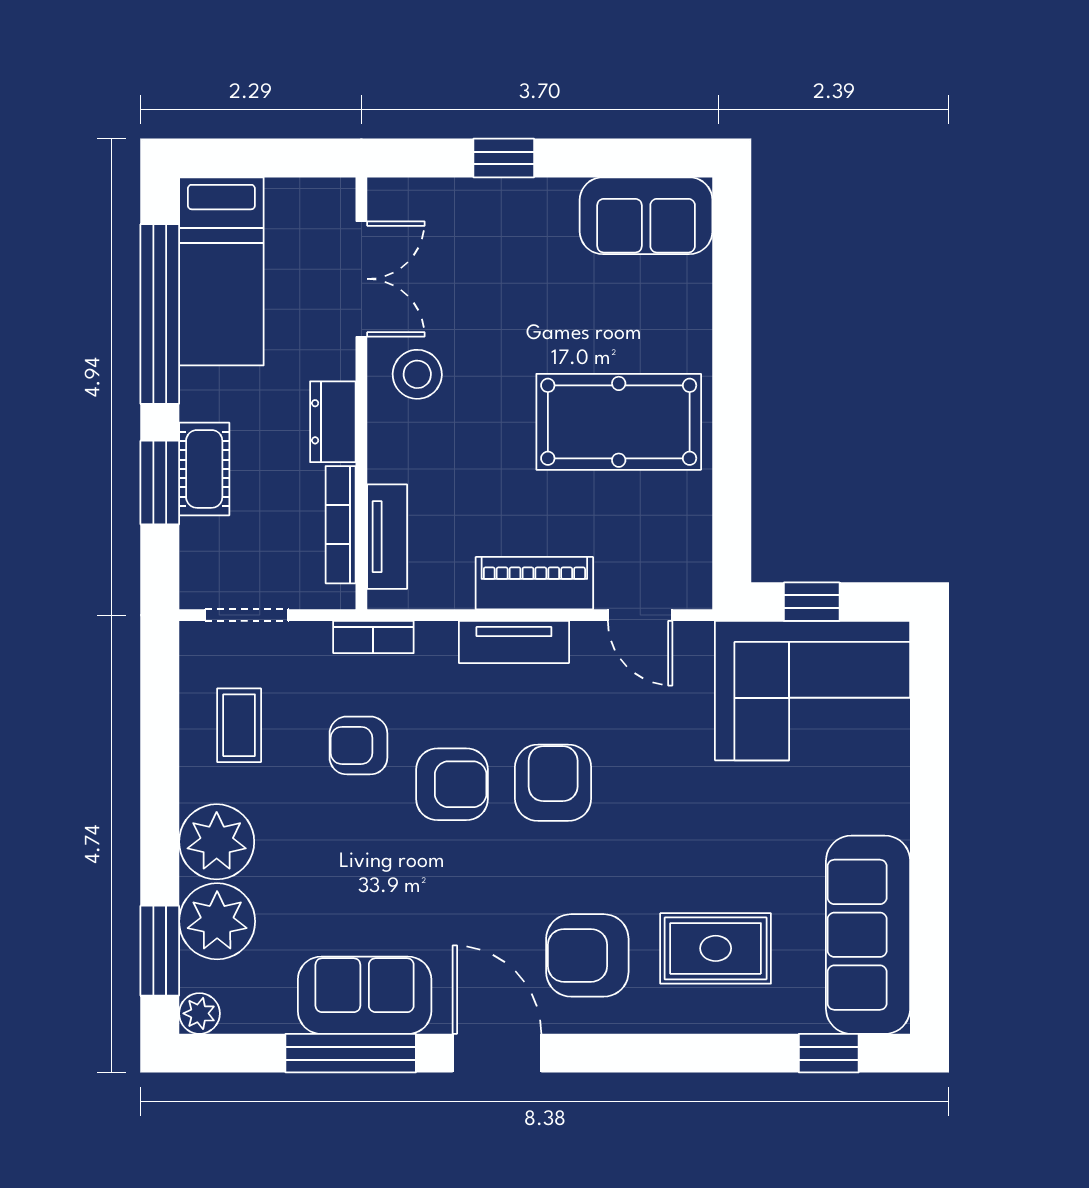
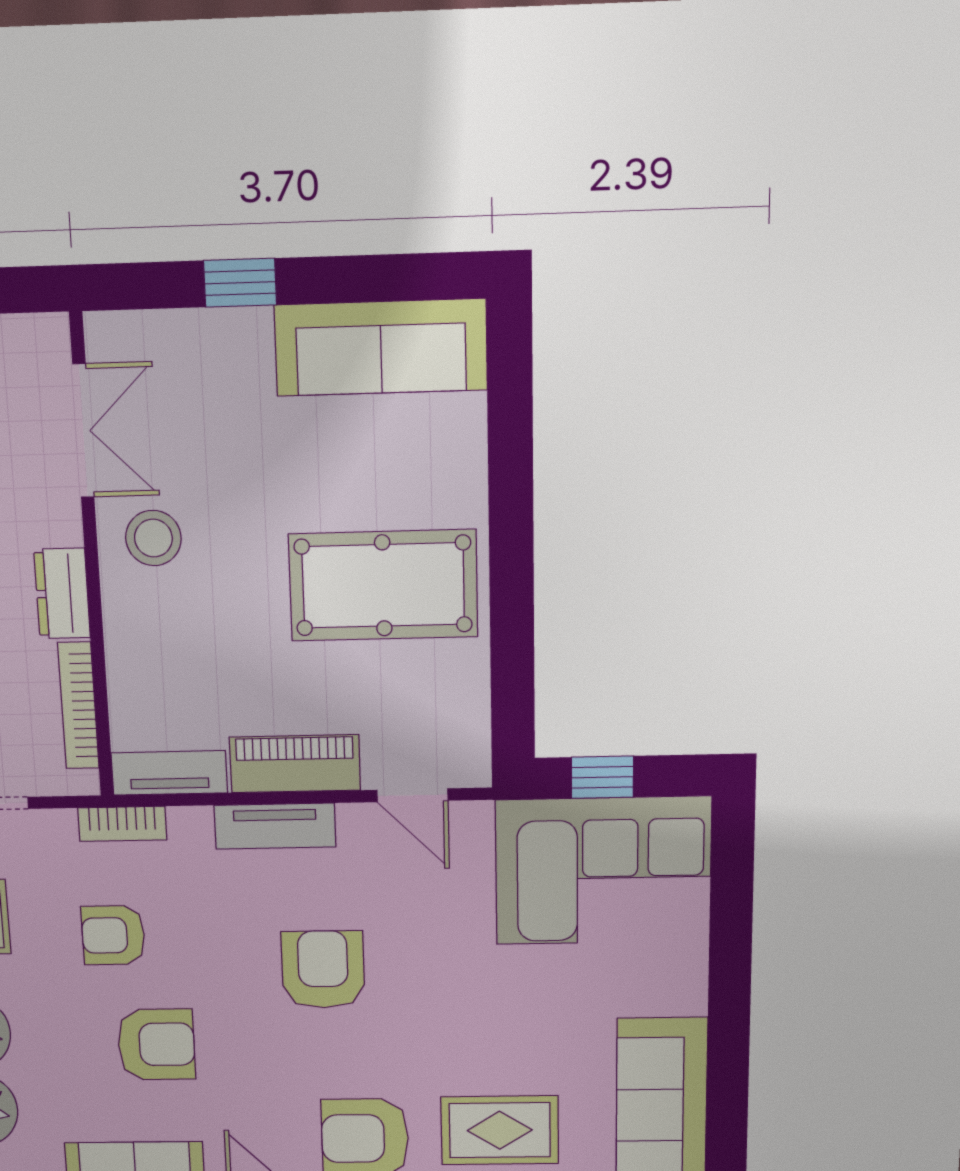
sofa: (646, 216) -> (381, 347), width x1.36
tv unit: (387, 537) -> (169, 773), moved, turned -90
armchair: (452, 784) -> (156, 1044), moved

